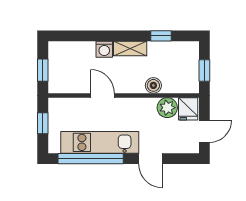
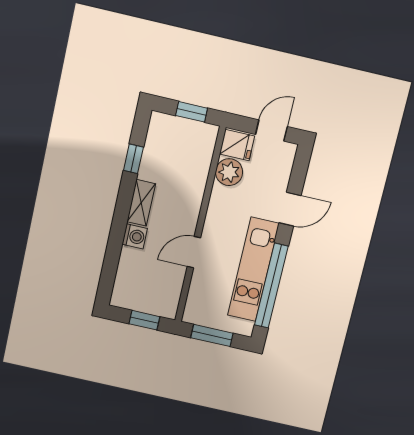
boiler: (153, 85) -> (196, 184), removed
window: (43, 123) -> (212, 335), width x1.50
door: (204, 131) -> (271, 130), hinge flipped

